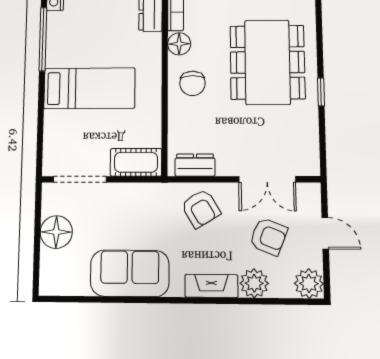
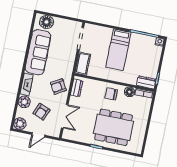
double door: (267, 179) -> (65, 116), swing flipped
floor lamp: (56, 232) -> (46, 22), moved
sofa: (130, 273) -> (38, 52), width x1.36

